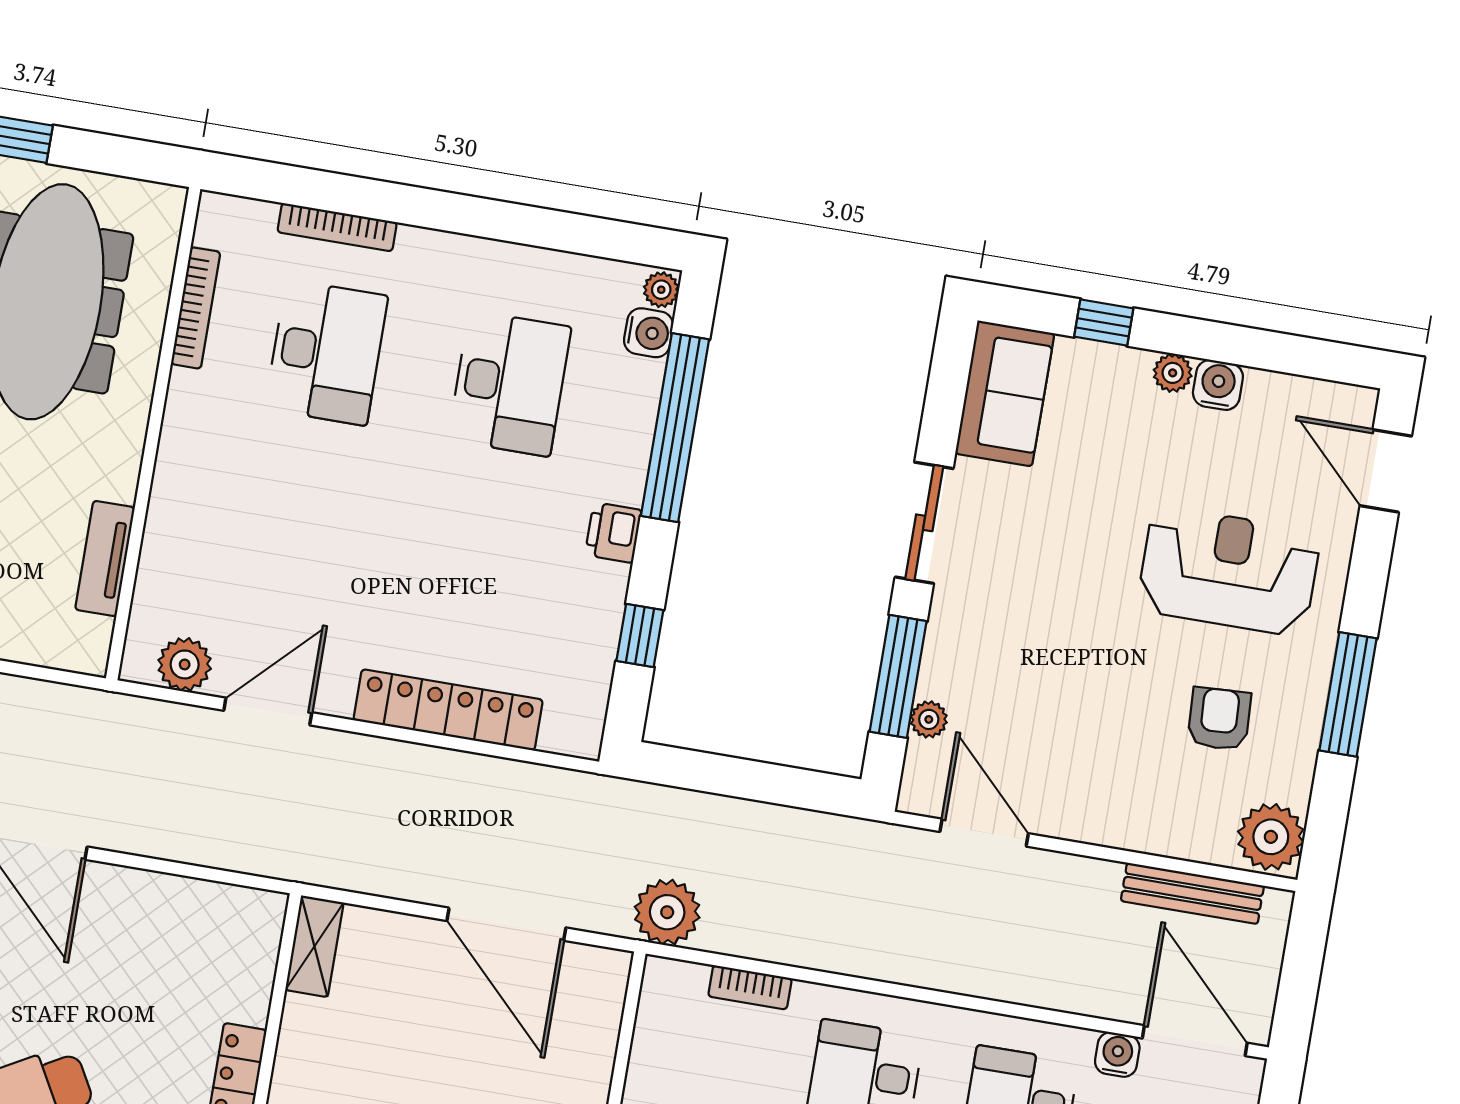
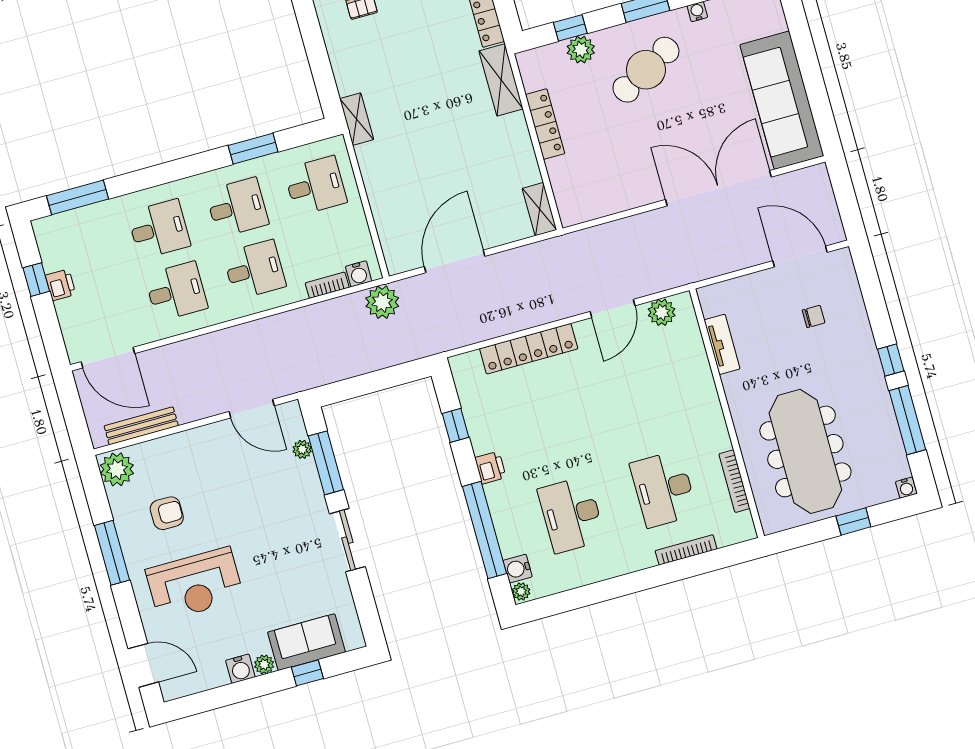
sofa: (1005, 393) -> (306, 642), moved, turned 90
armchair: (1219, 719) -> (167, 513), turned -87
door: (506, 924) -> (455, 261), hinge flipped
water cooler: (1117, 1055) -> (359, 274), moved

